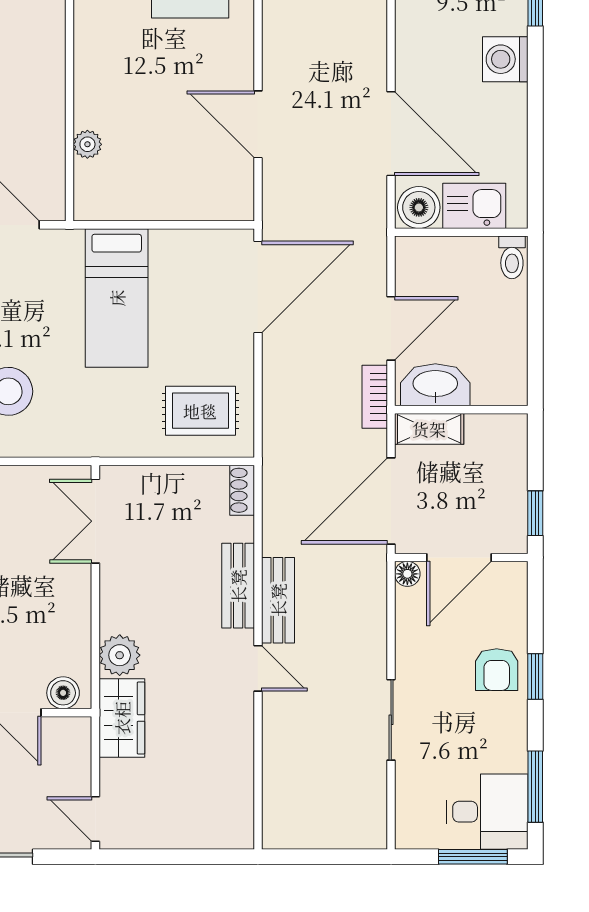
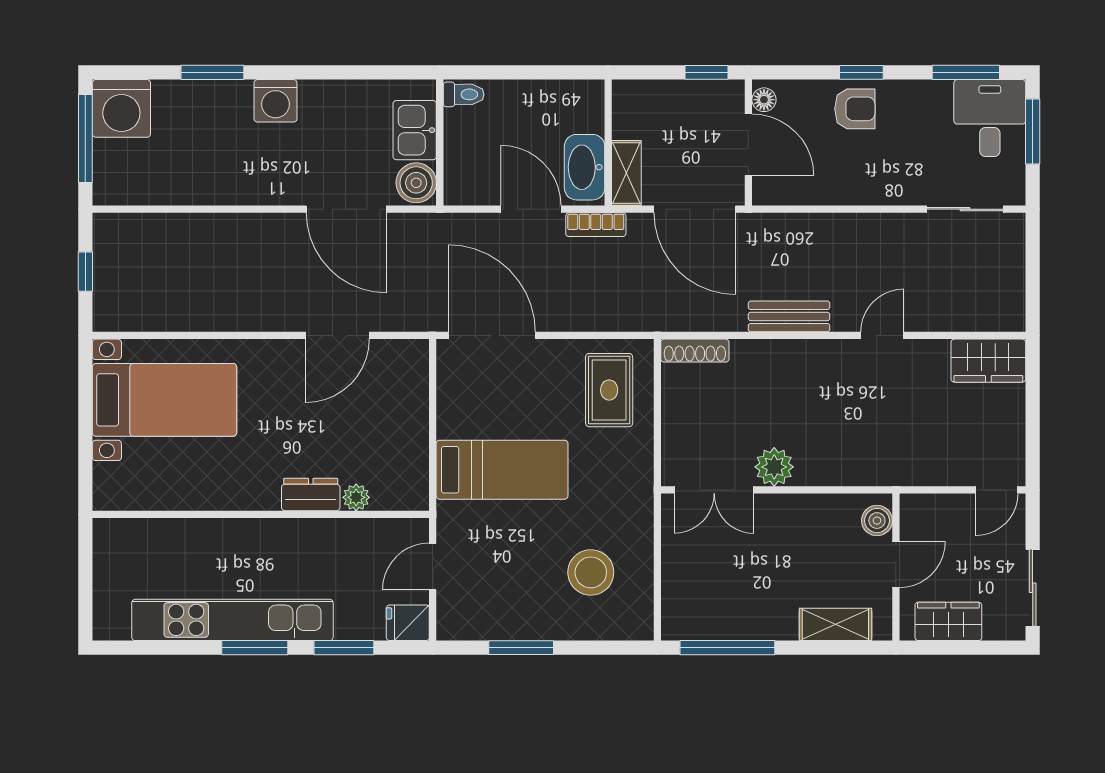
dresser: (90, 96) -> (311, 495), added
door: (391, 134) -> (346, 209), swing flipped
shoe rack: (242, 490) -> (695, 351), width x1.43
floor lamp: (407, 574) -> (764, 100), moved
bench: (238, 586) -> (775, 354), removed
plant: (120, 655) -> (774, 467), moved
door: (258, 668) -> (882, 335), moved
wardrobe: (122, 718) -> (988, 361), moved, turned 180
sliding door: (391, 720) -> (965, 209), moved

